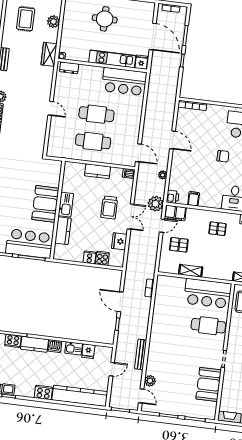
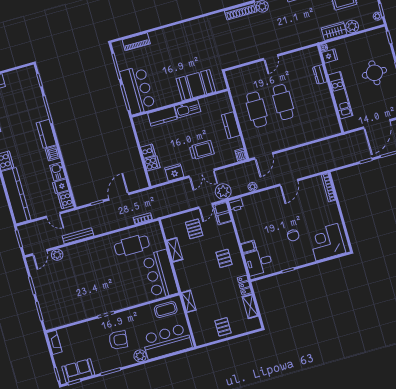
wardrobe: (49, 54) -> (334, 31), moved
fridge: (141, 62) -> (330, 56), moved
dresser: (69, 68) -> (320, 75), moved
bar counter: (124, 81) -> (324, 115), removed
filing cabinet: (194, 199) -> (249, 247), moved
booth: (45, 204) -> (196, 85), moved
trolley: (109, 207) -> (202, 150), turned 180
door: (162, 226) -> (205, 206), hinge flipped
cafe table: (208, 326) -> (132, 245), moved, turned 90
cooker: (13, 341) -> (66, 200), moved
booth: (209, 384) -> (76, 310), removed

